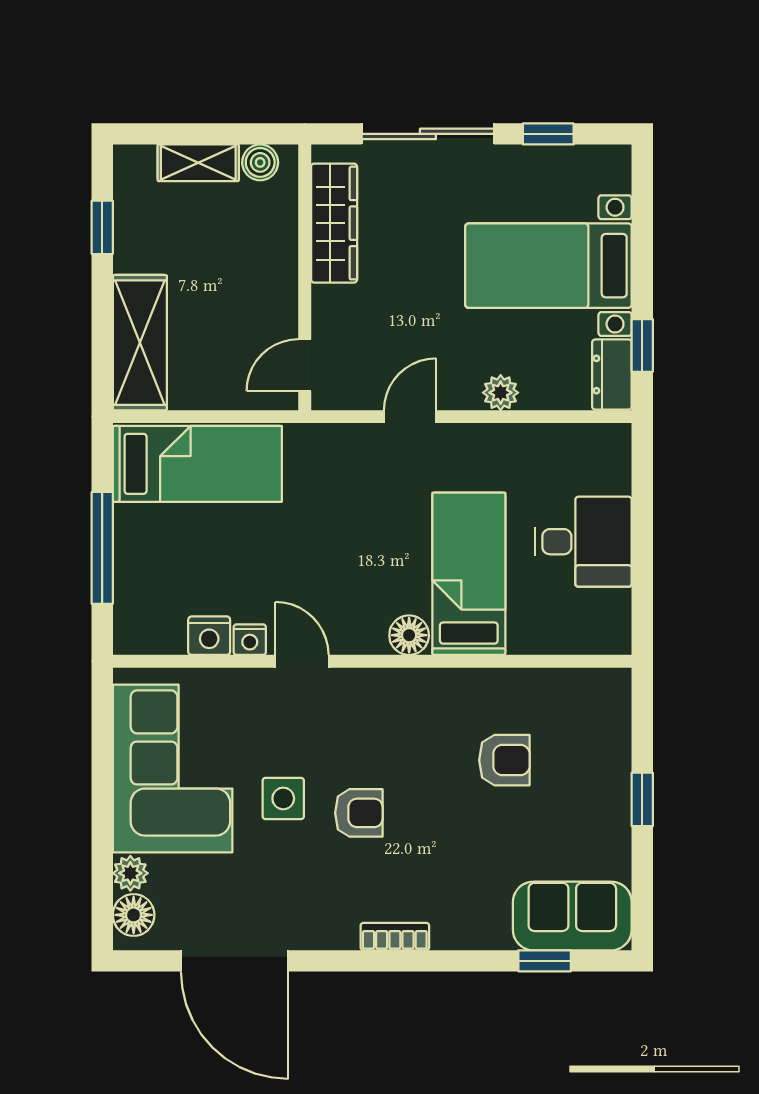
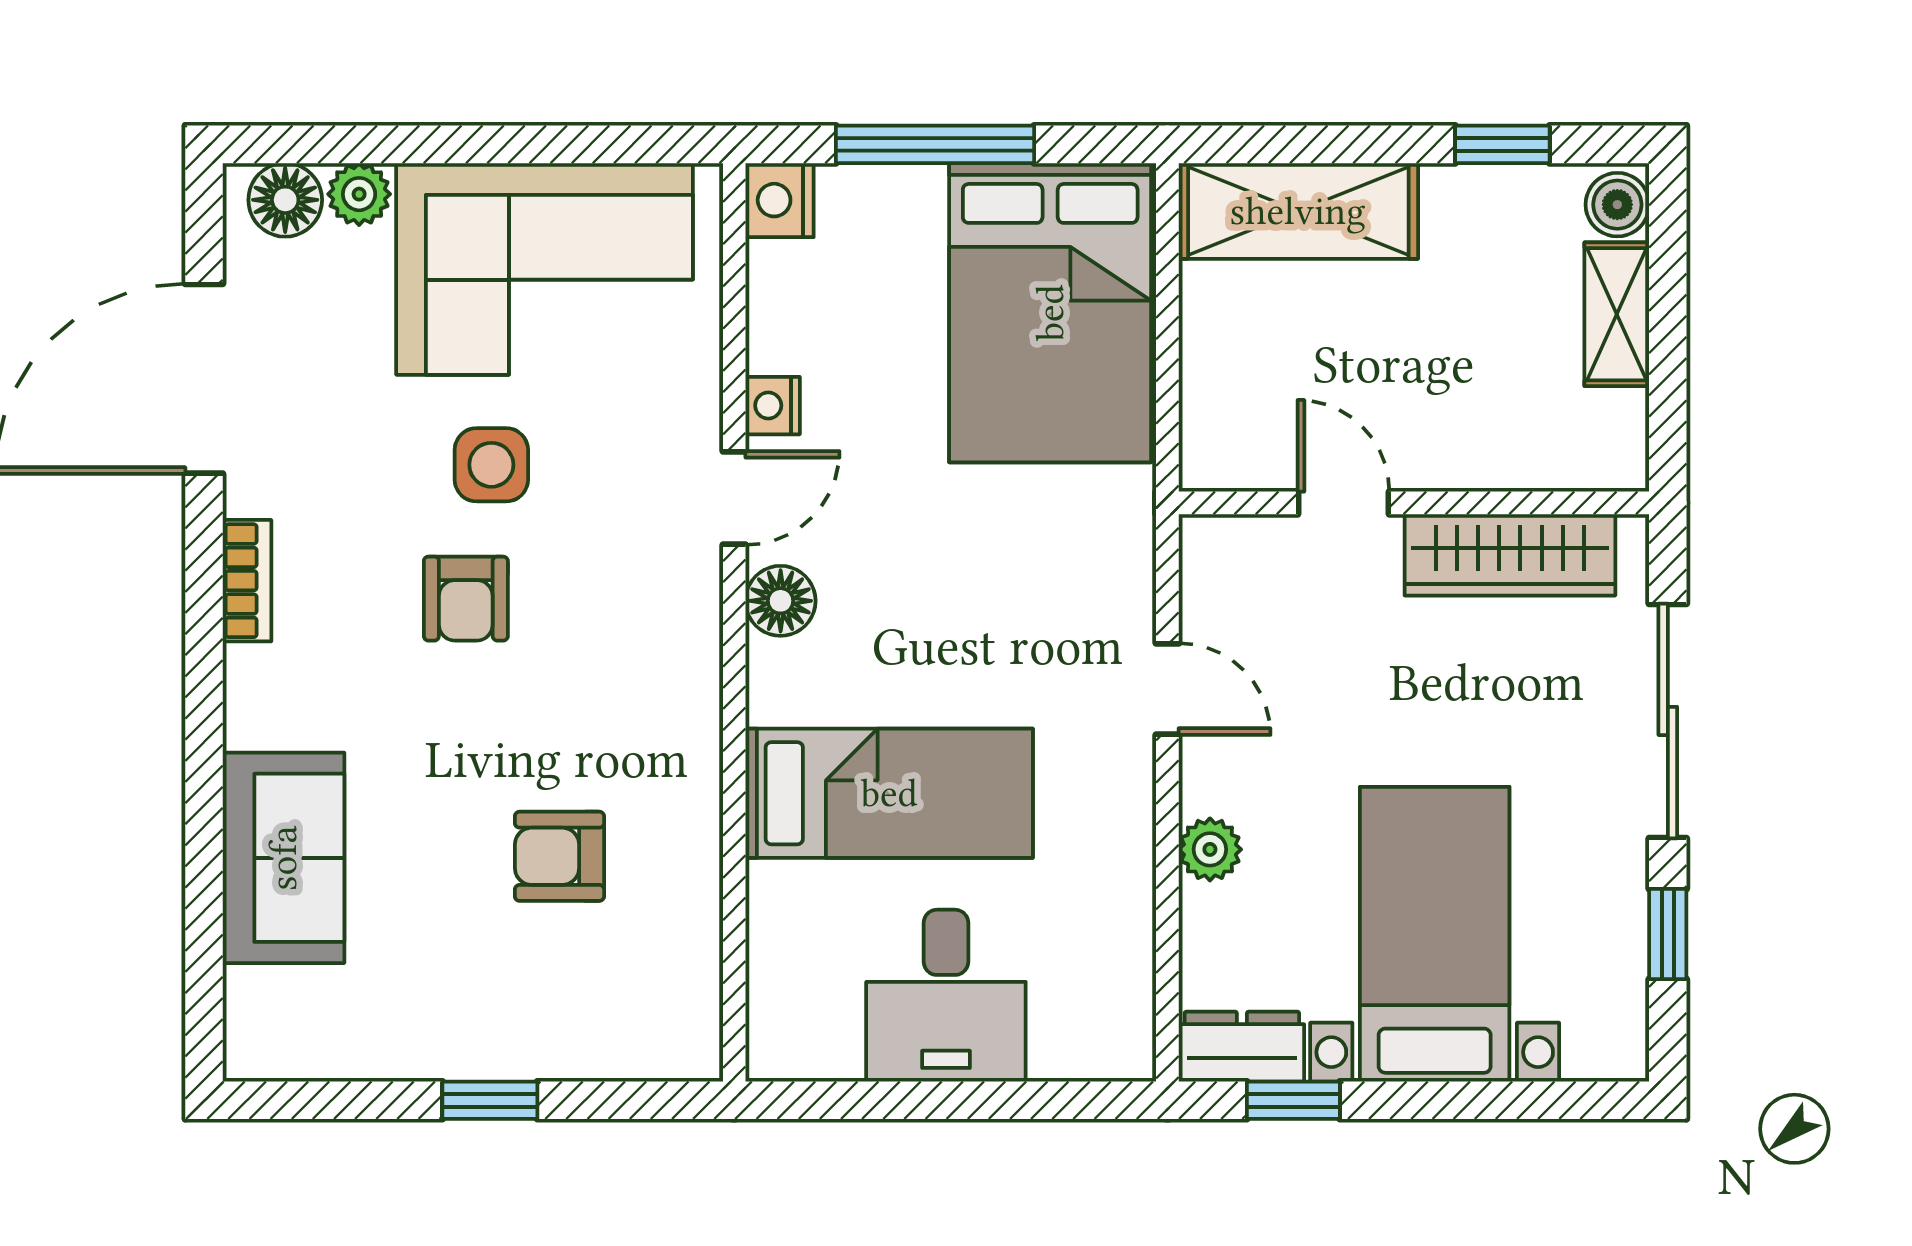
boiler: (260, 162) -> (1617, 205), moved
door: (305, 365) -> (1343, 503), moved
bed: (197, 464) -> (1050, 313), width x1.50
floor lamp: (409, 635) -> (781, 601), moved
nightstand: (209, 636) -> (780, 200), moved
armchair: (504, 760) -> (559, 856), turned 90
sofa: (572, 916) -> (283, 858), moved
bookcase: (395, 937) -> (247, 581), moved
window: (545, 961) -> (204, 927), removed

